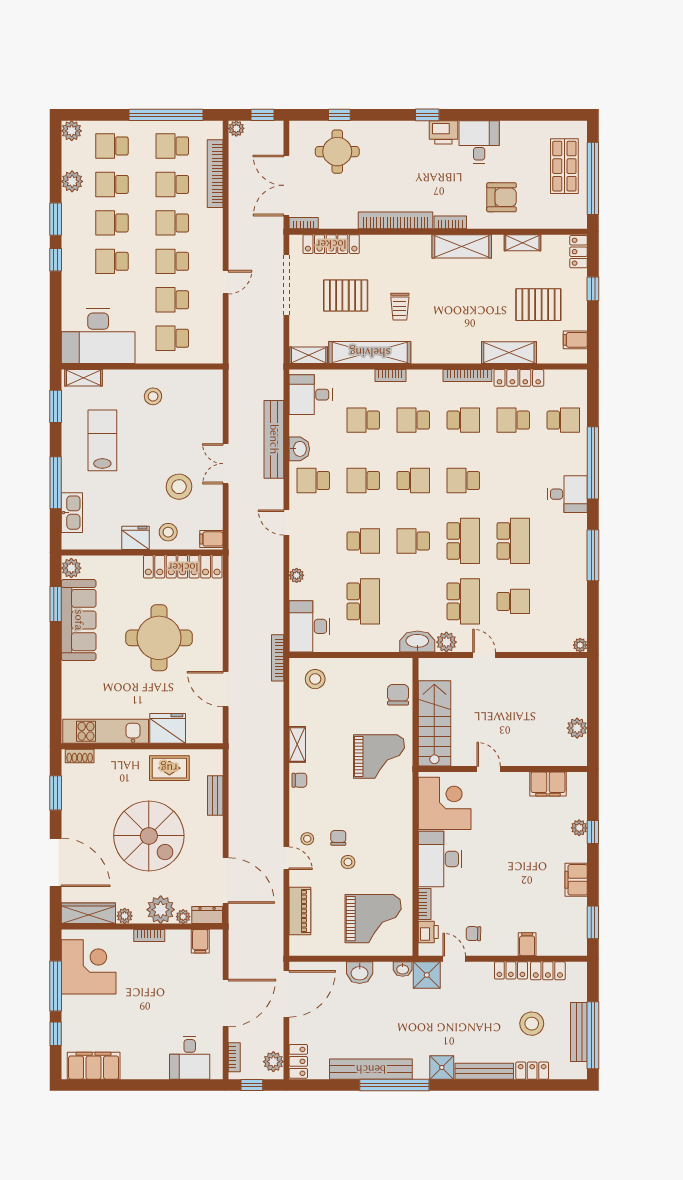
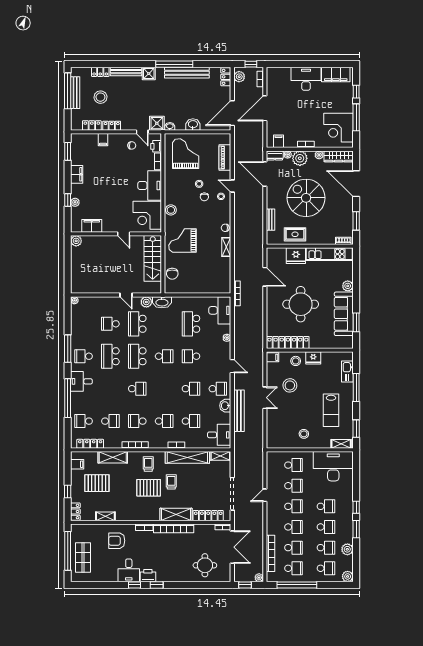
window: (339, 115) -> (134, 585), moved
shelving: (462, 246) -> (176, 514), moved
pallet: (346, 295) -> (149, 488), moved
trolley: (443, 340) -> (148, 464), added
locker: (519, 378) -> (90, 444), moved
school desk: (413, 481) -> (84, 356), moved
plant: (71, 568) -> (348, 286), moved
stool: (315, 679) -> (171, 210), moved
plant: (577, 728) -> (76, 241), moved
grand piano: (373, 919) -> (186, 154), turned 90
desk: (190, 1058) -> (306, 79), moved, width x1.37

